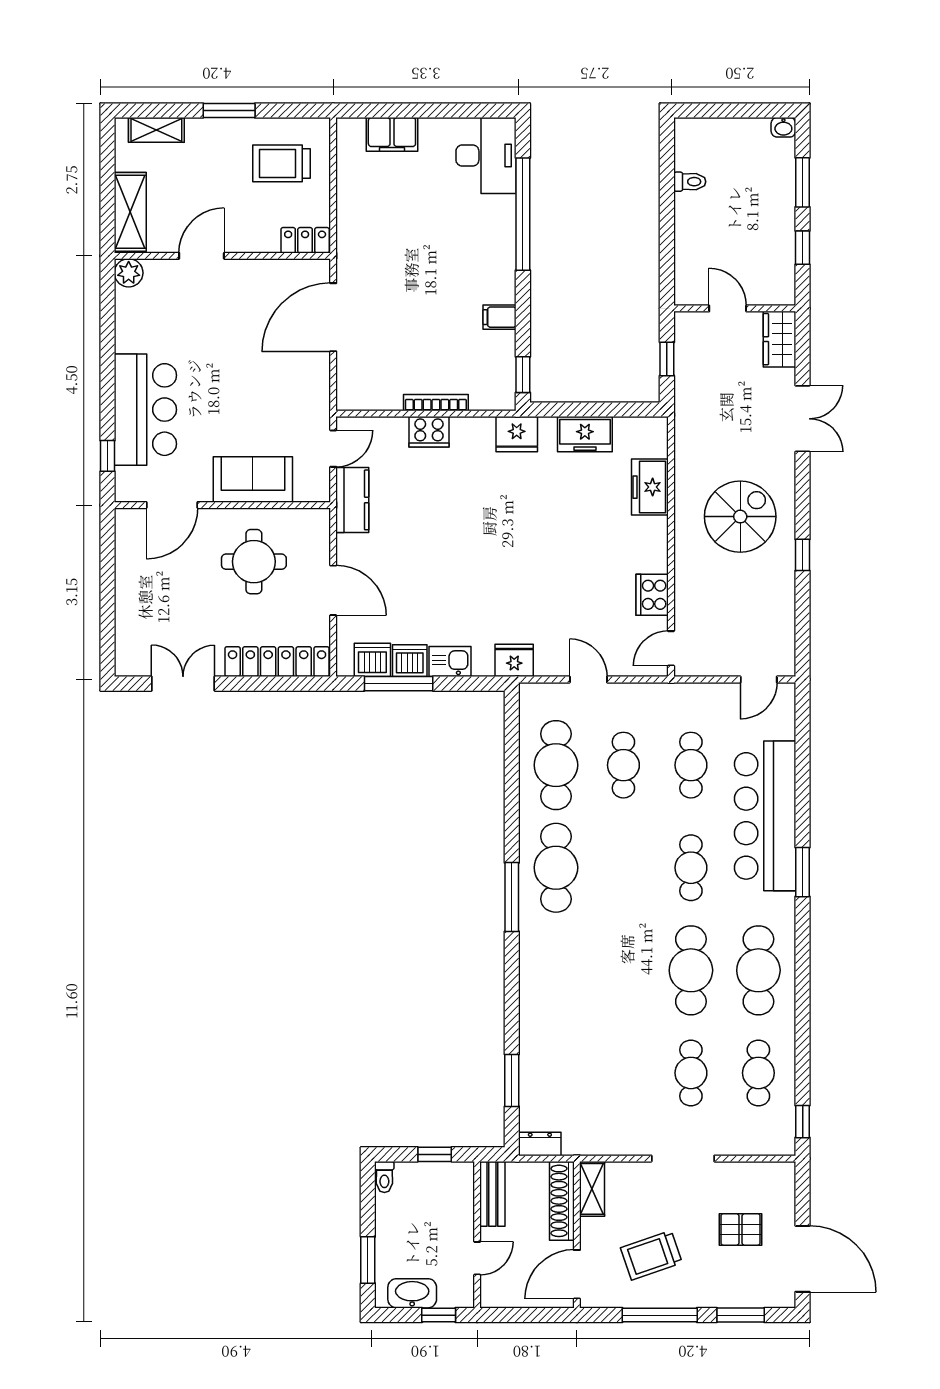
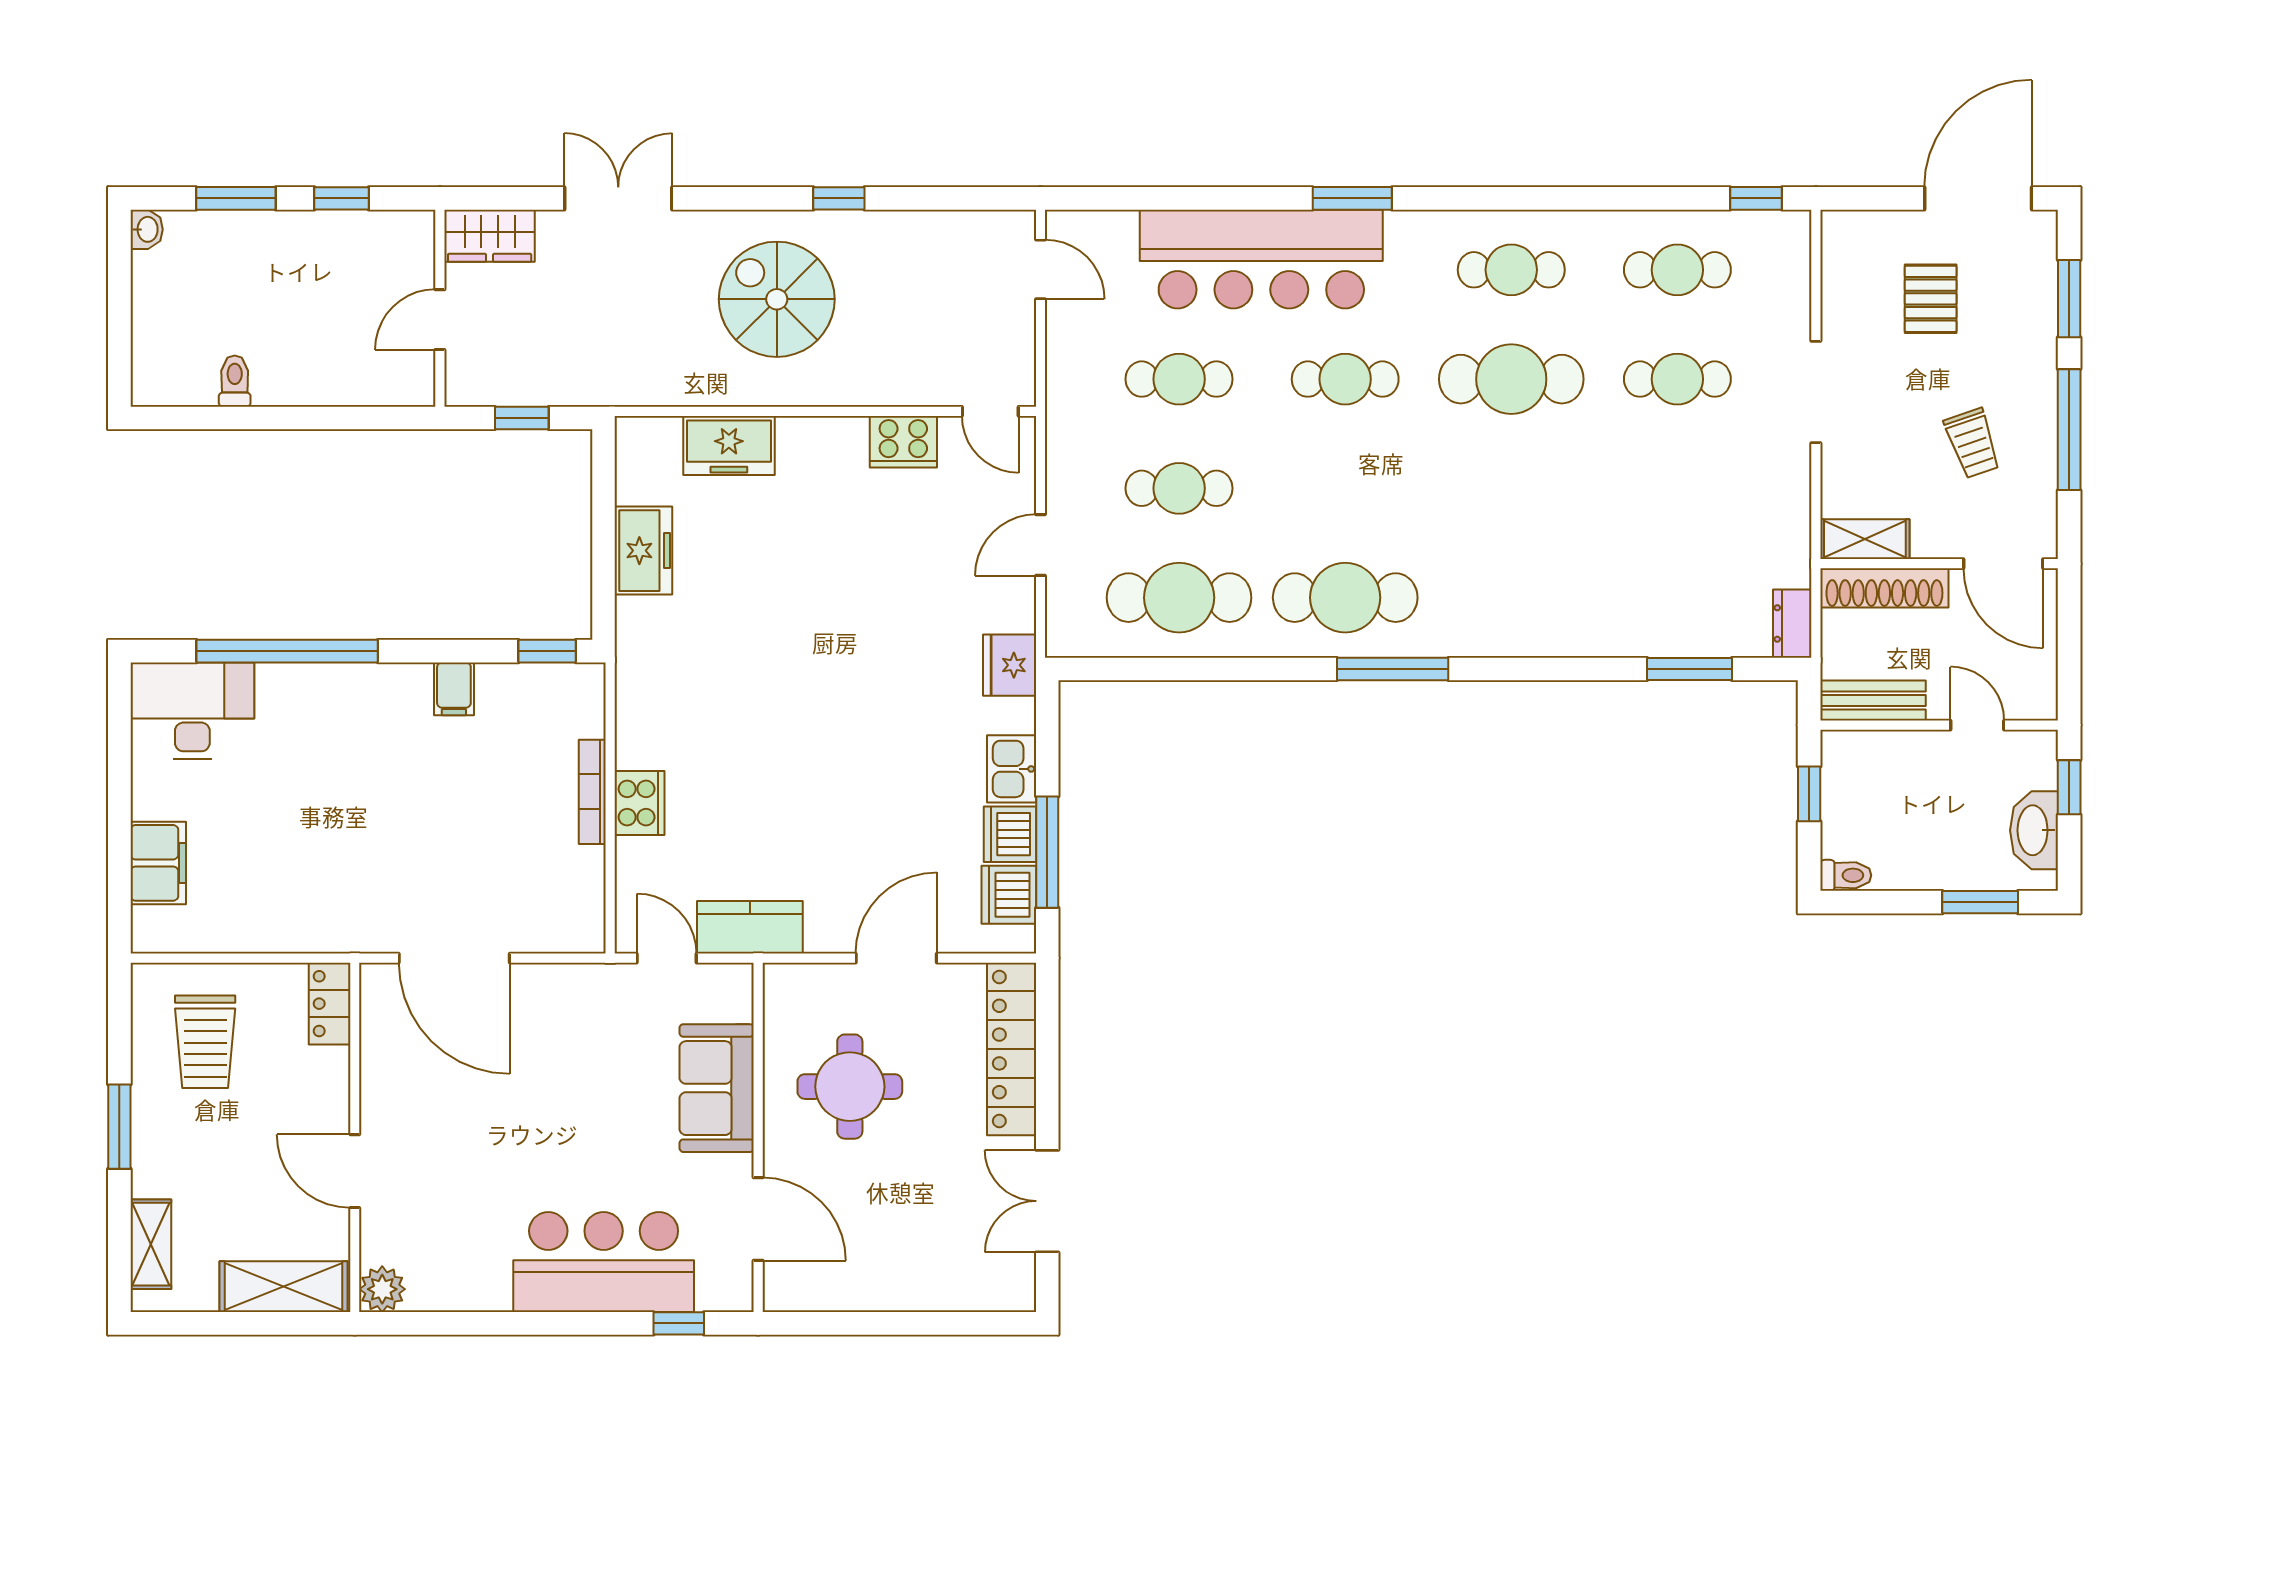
fridge: (517, 434) -> (643, 661), removed
cafe table: (758, 970) -> (1511, 270), width x0.73, depth x0.74
trolley: (651, 1255) -> (1972, 443), width x0.73, depth x0.72

